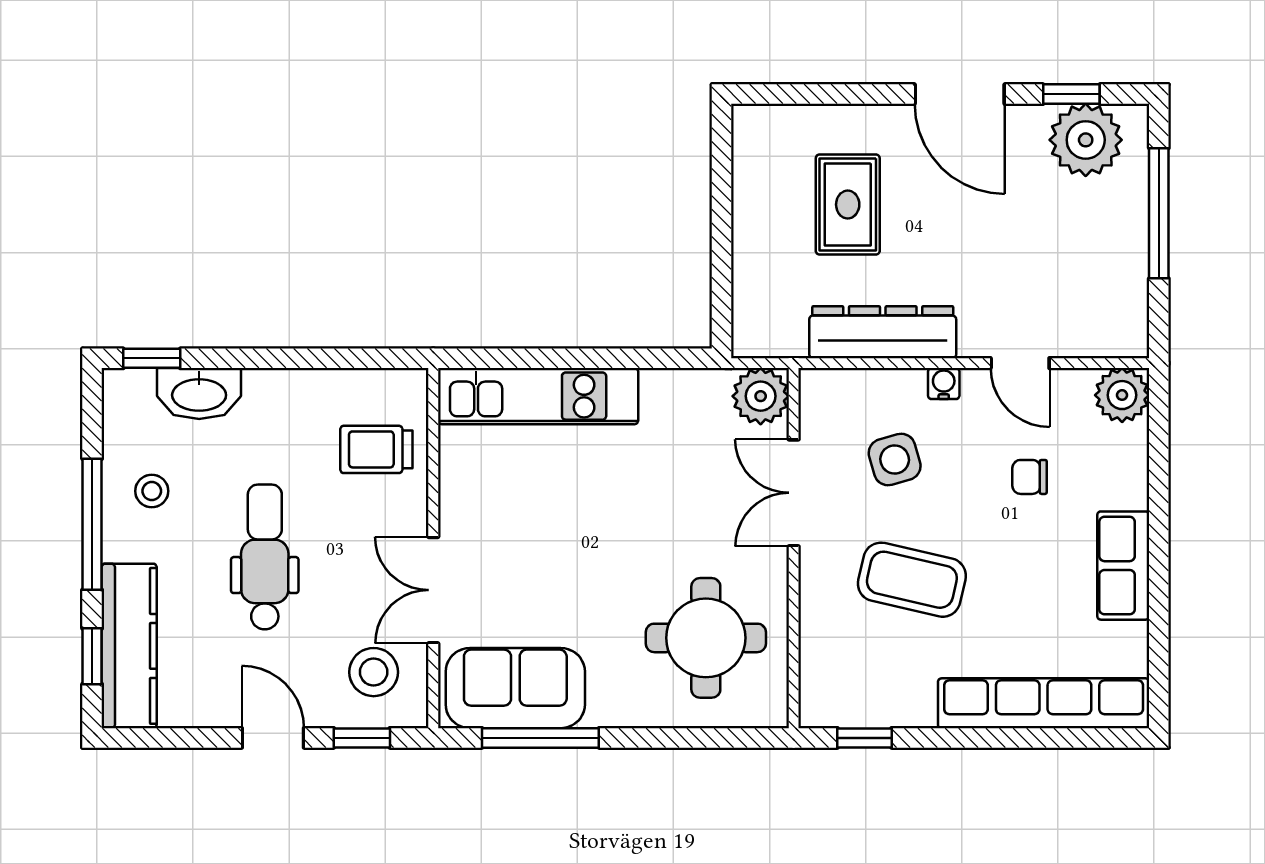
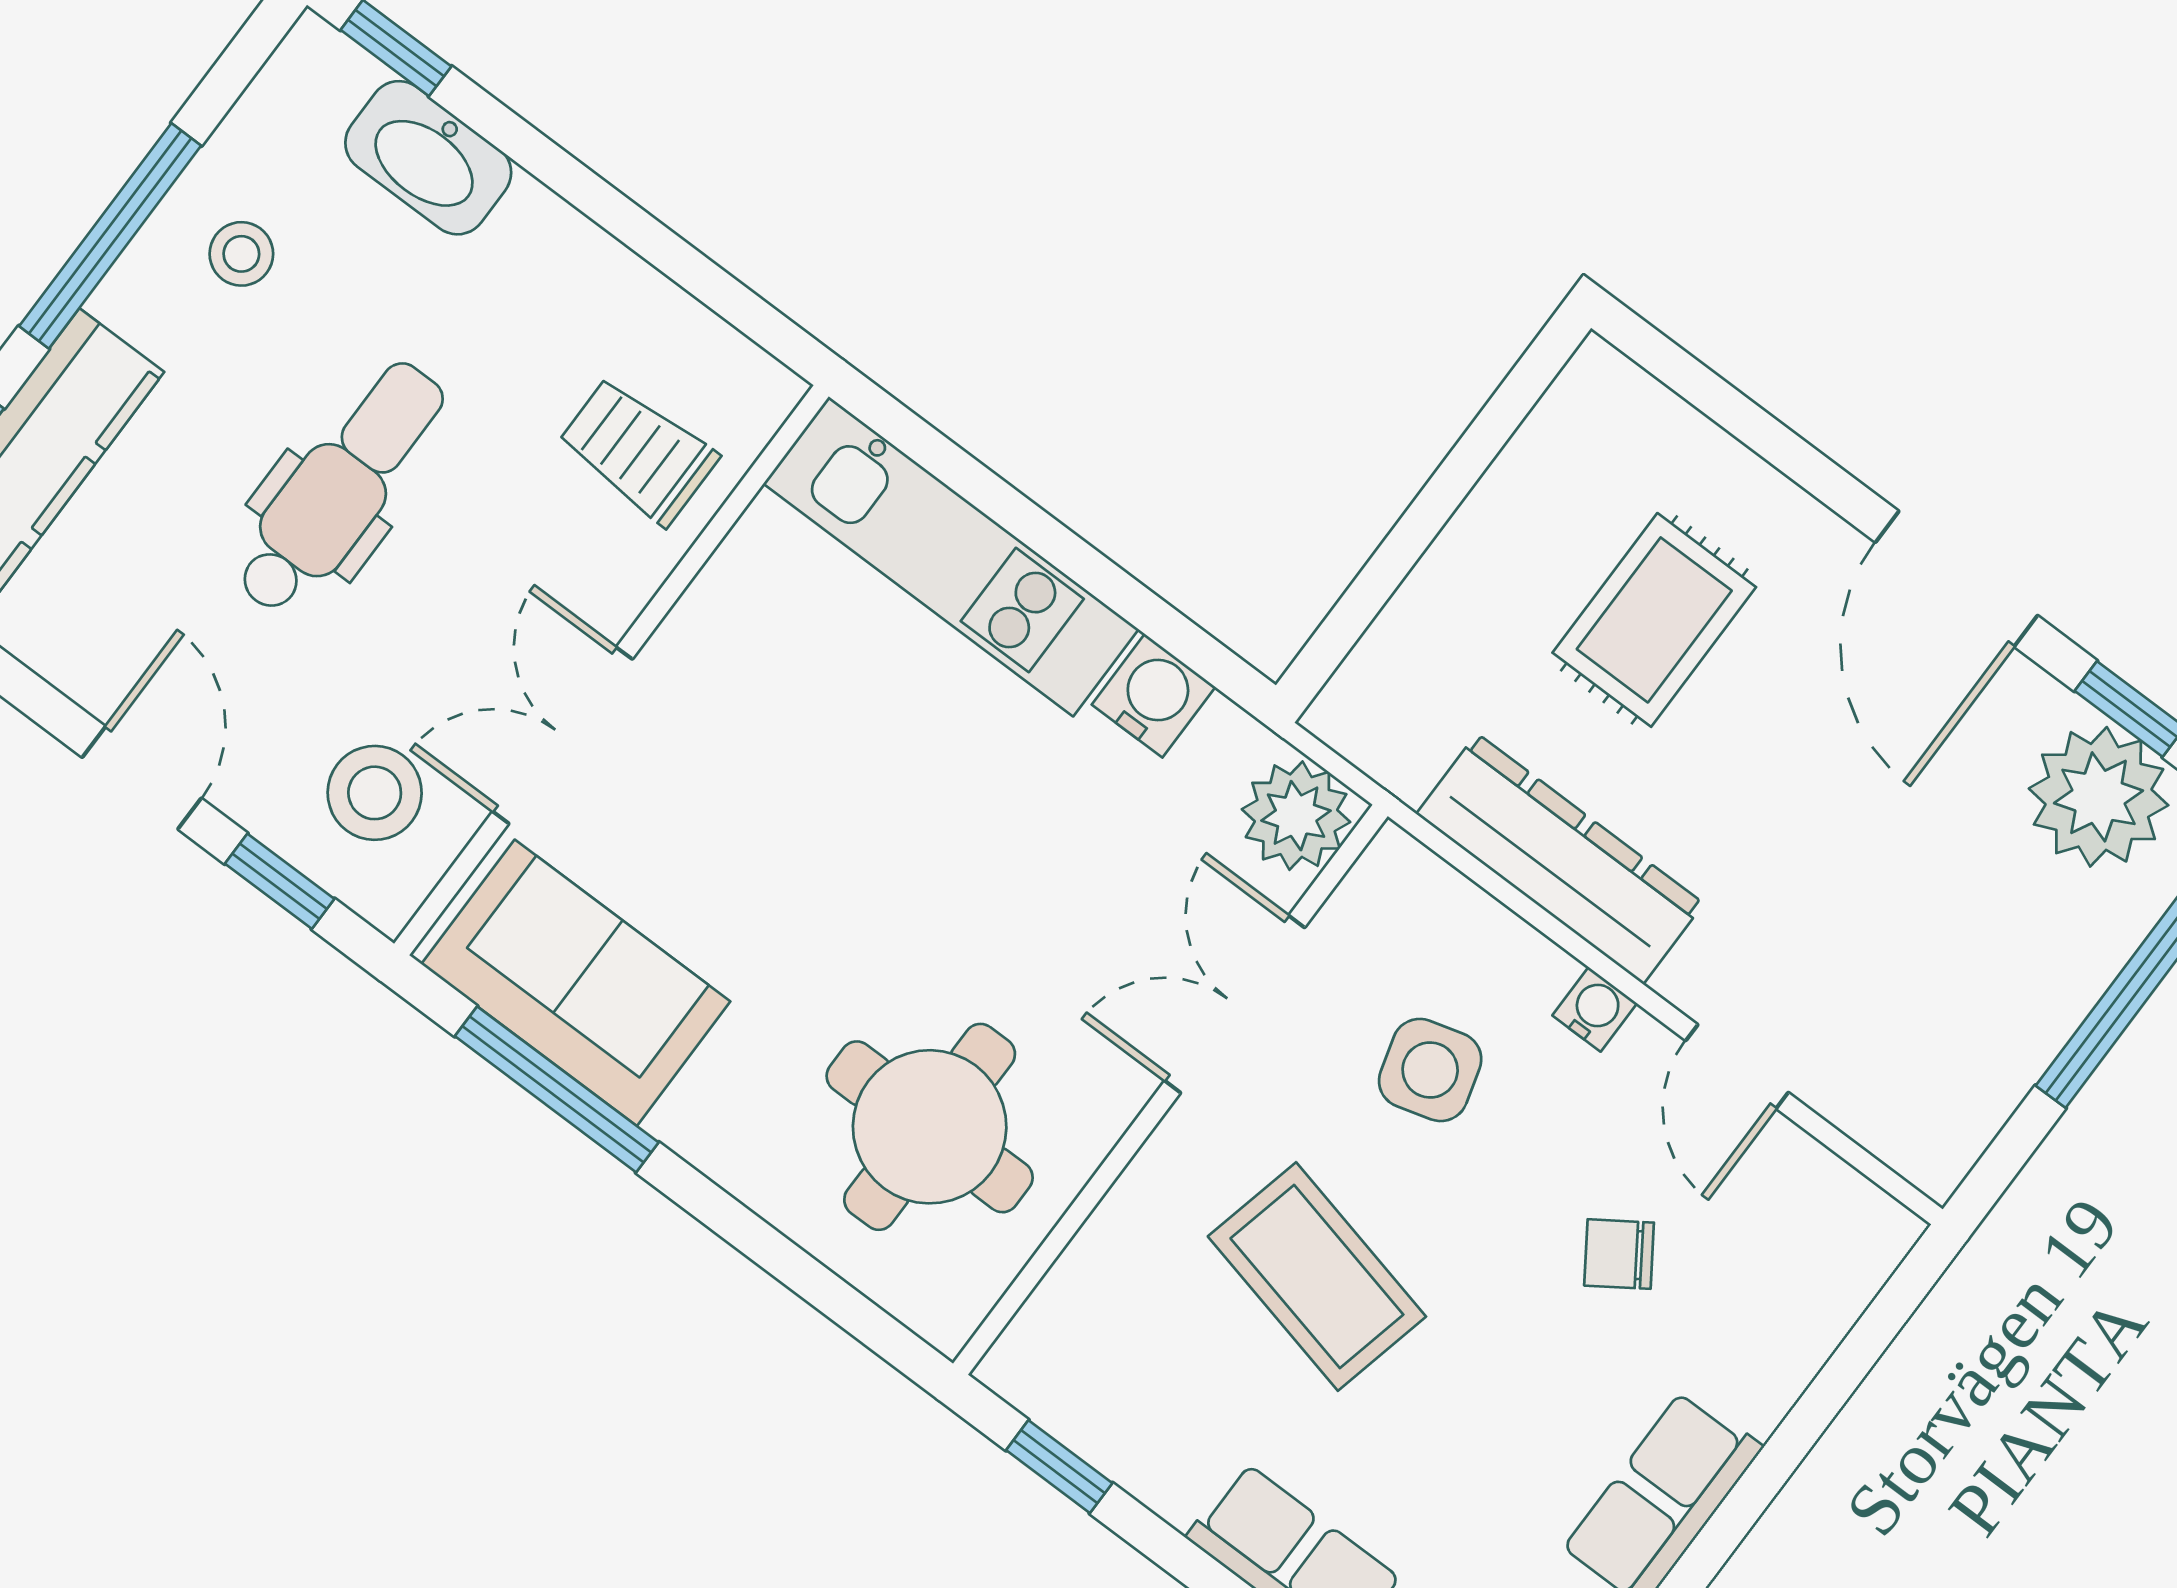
water cooler: (665, 391) -> (1154, 696), added
plant: (1122, 395) -> (1858, 1235), removed
chair: (1030, 477) -> (1619, 1254), turned -34

